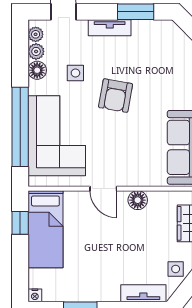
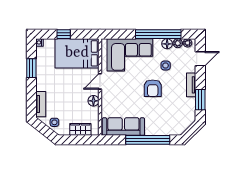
armchair: (116, 96) -> (153, 88), turned -100
window: (20, 127) -> (158, 34), moved
window: (20, 223) -> (64, 34), moved
bed: (45, 229) -> (77, 53), width x1.50

